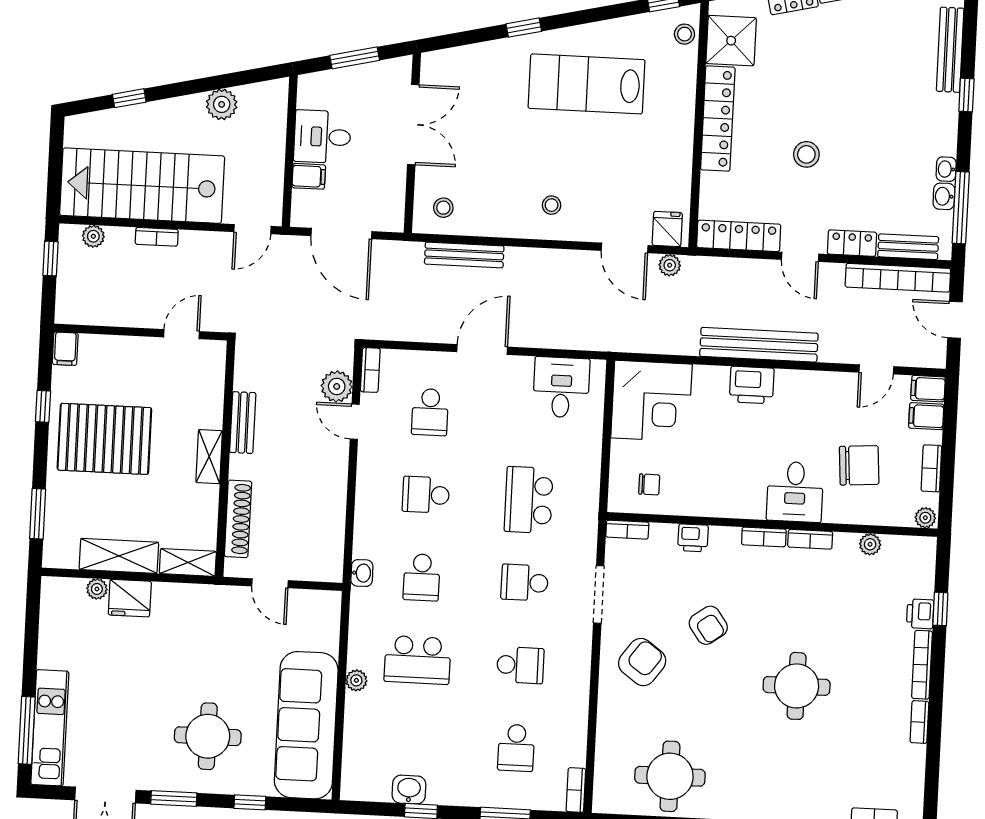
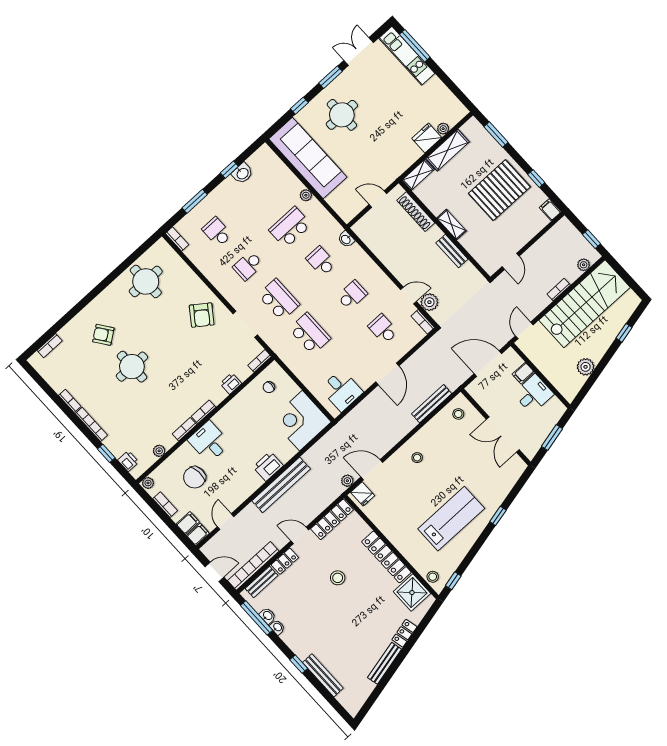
school desk: (525, 583) -> (279, 300), width x1.85
printer: (920, 614) -> (128, 461), moved
armchair: (708, 625) -> (103, 335), moved

